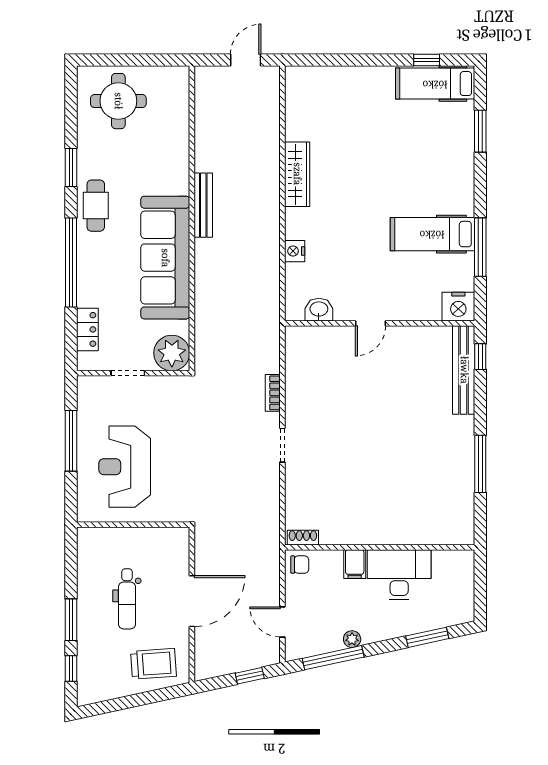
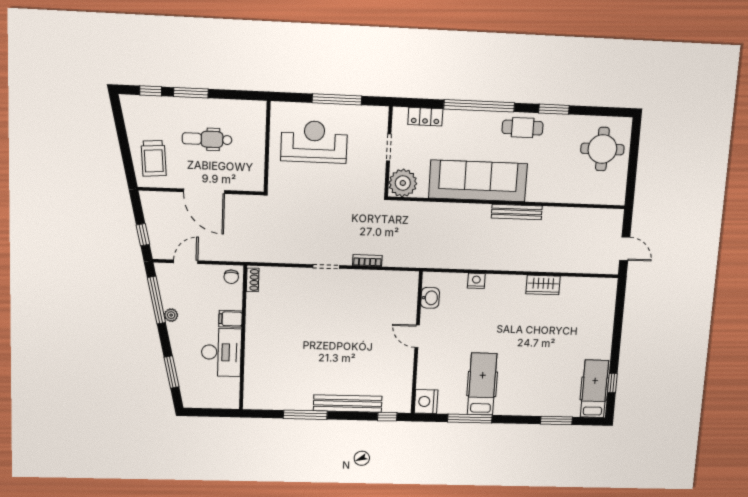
wardrobe: (297, 174) -> (543, 285), width x0.67
bench: (464, 370) -> (348, 403), moved

